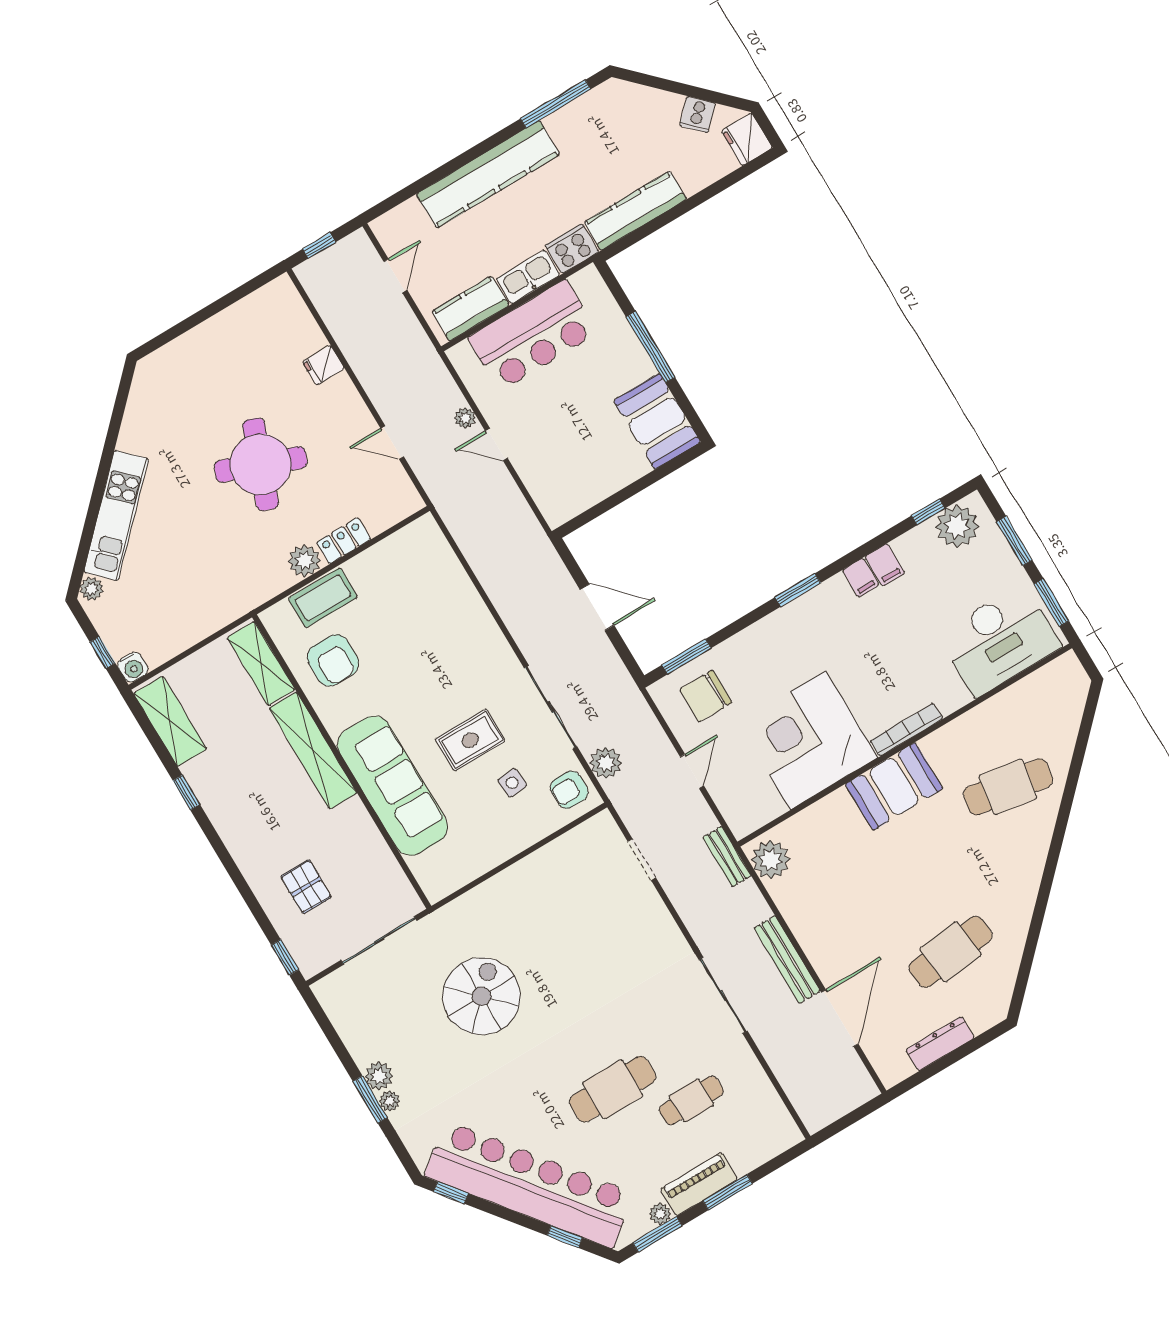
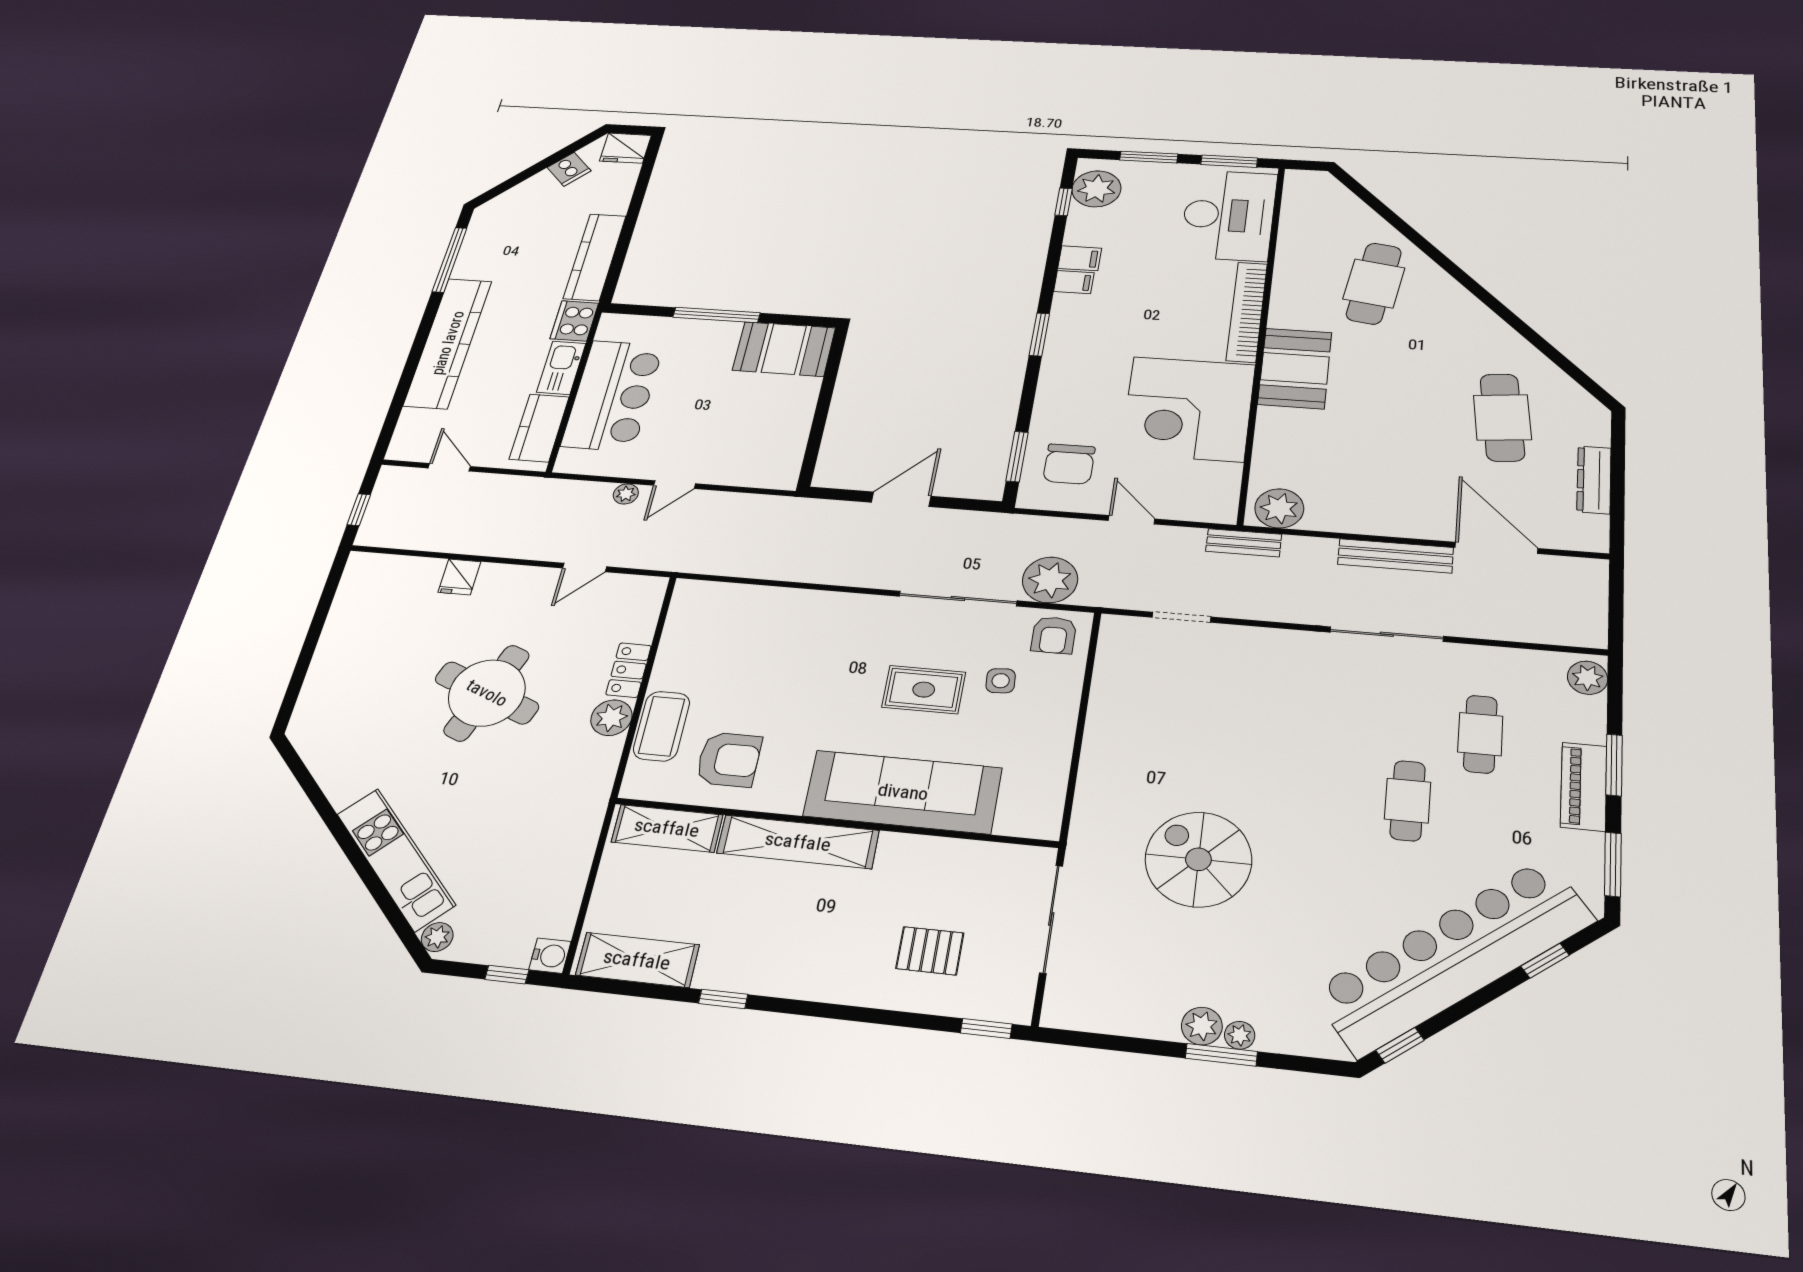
bookcase: (906, 730) -> (1247, 312), width x1.48, depth x1.31
rug: (470, 740) -> (924, 690), turned 90
plant: (606, 763) -> (1050, 580), width x1.36, depth x1.36
cafe table: (613, 1089) -> (1408, 801), width x0.73, depth x0.74
plant: (660, 1214) -> (1588, 678), moved, width x1.38, depth x1.38

